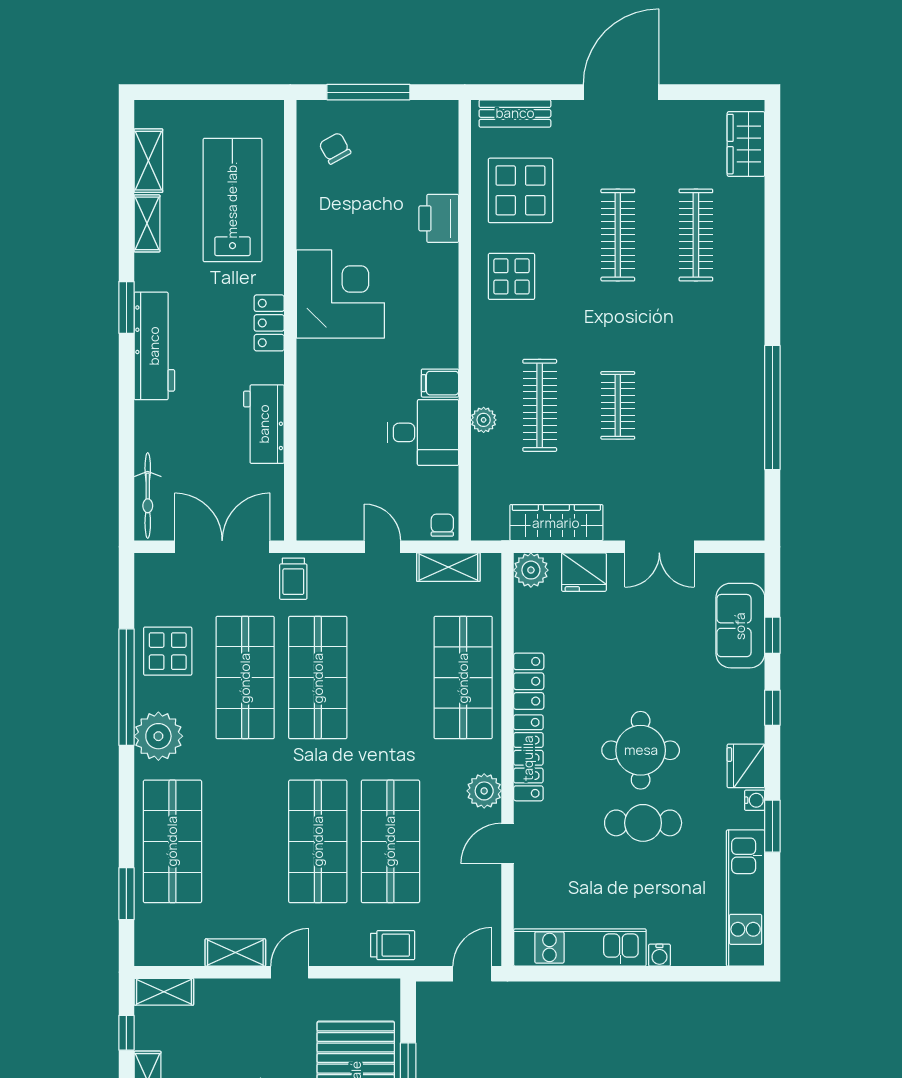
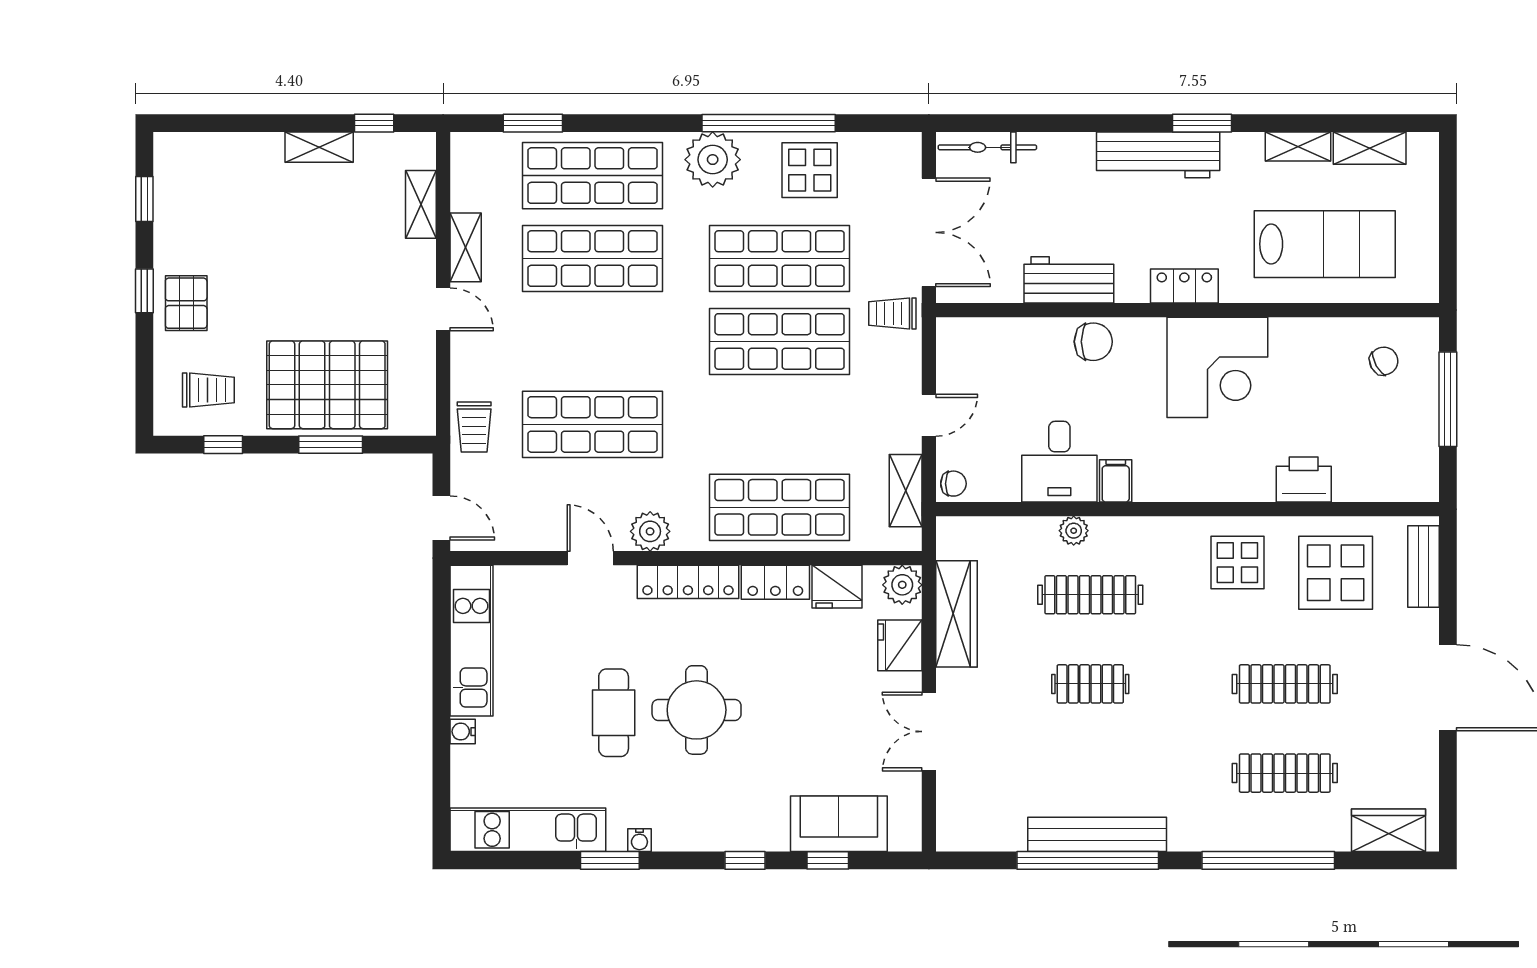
window: (772, 249) -> (1268, 860), added
bench: (750, 399) -> (1097, 834), added
chair: (318, 403) -> (1093, 342), added
fridge: (746, 766) -> (837, 587), moved, turned 180
shop shelf: (318, 841) -> (593, 259), moved
shelving: (164, 992) -> (421, 204), moved

